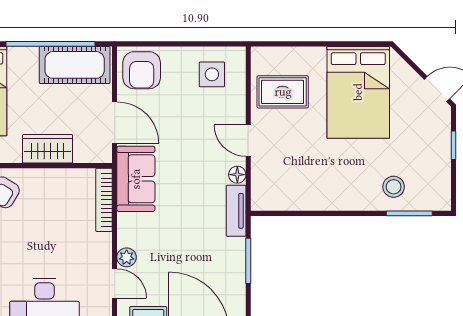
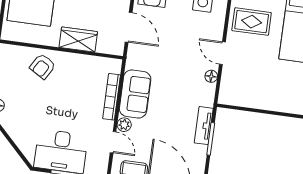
sofa: (136, 179) -> (135, 94), moved
bookcase: (104, 200) -> (112, 97), moved
tv unit: (236, 211) -> (204, 126), moved

